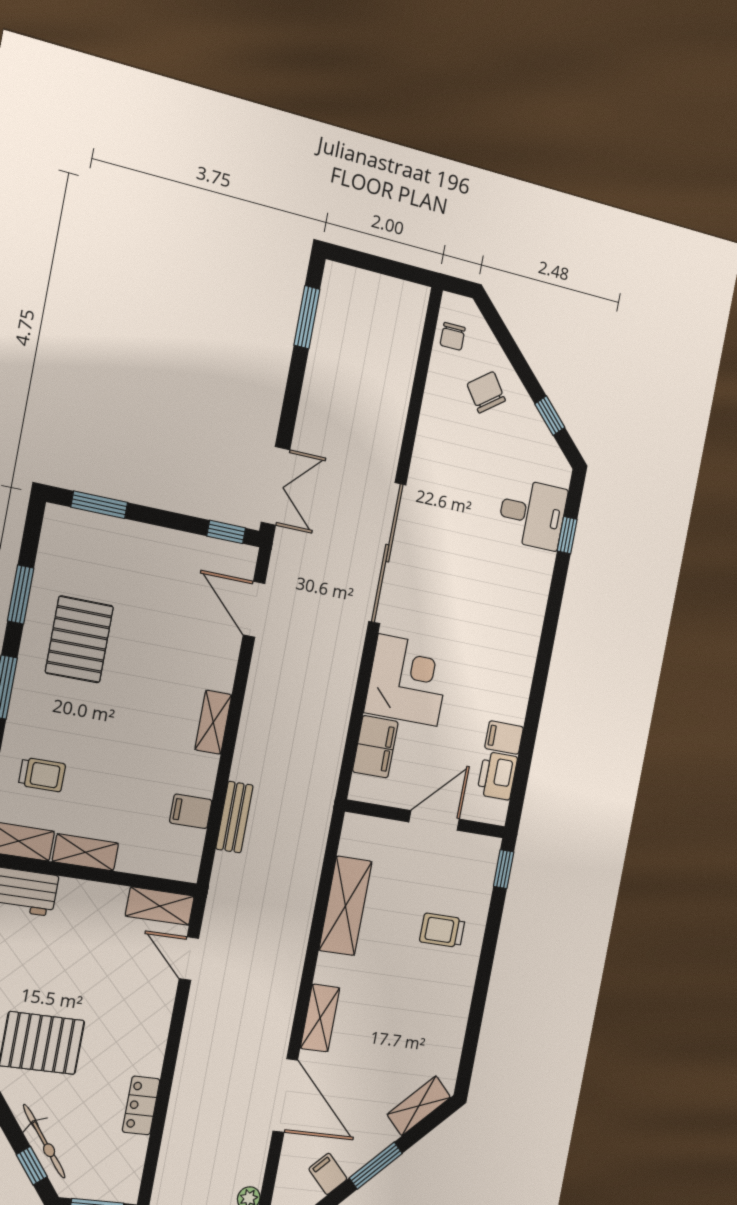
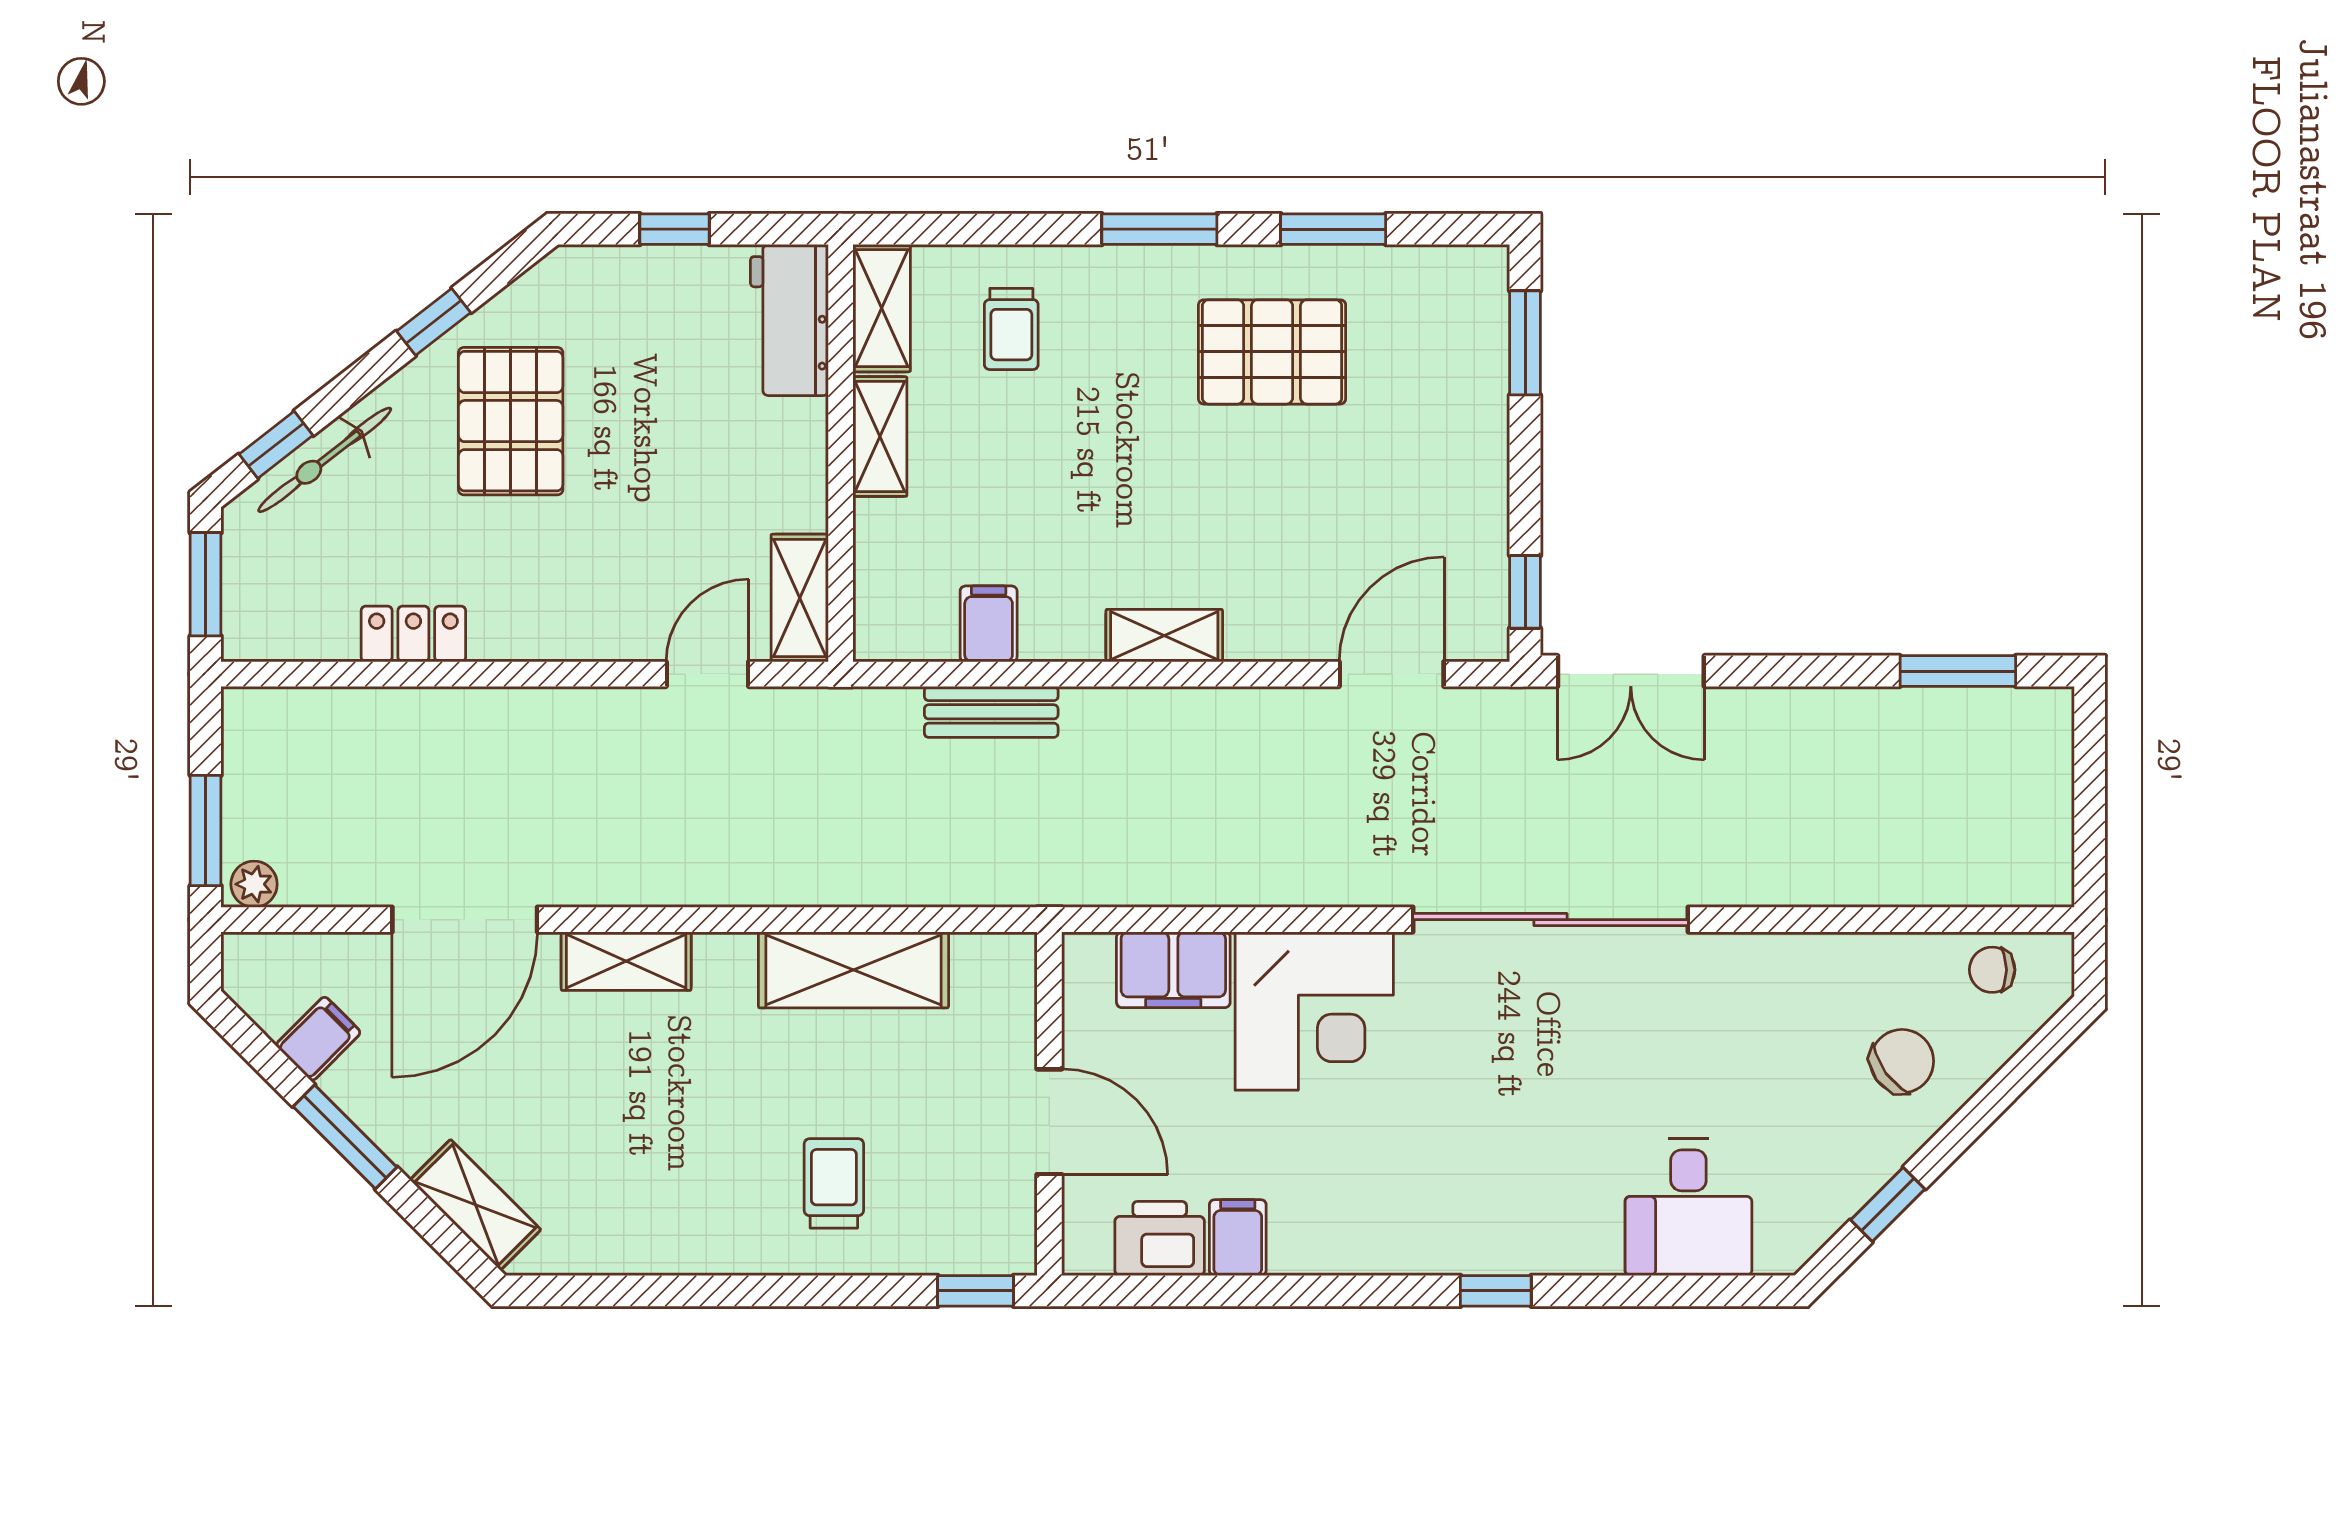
window: (567, 535) -> (1496, 1291), moved

